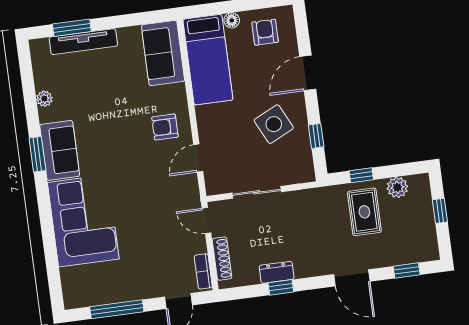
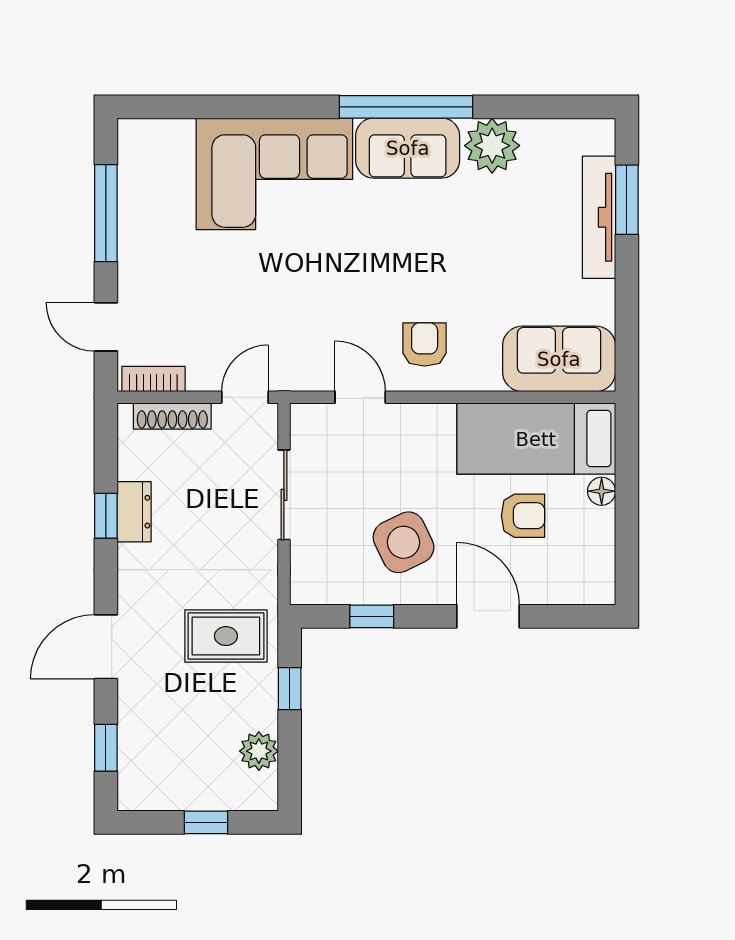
armchair: (265, 32) -> (523, 516), moved
plant: (44, 99) -> (492, 146), width x1.88, depth x1.88
window: (37, 154) -> (406, 107), width x2.11
rug: (364, 212) -> (226, 636), moved

